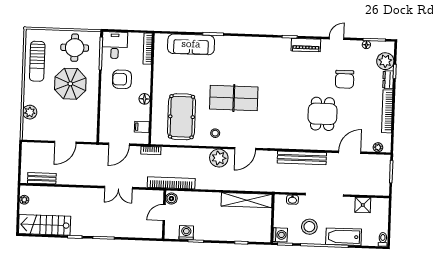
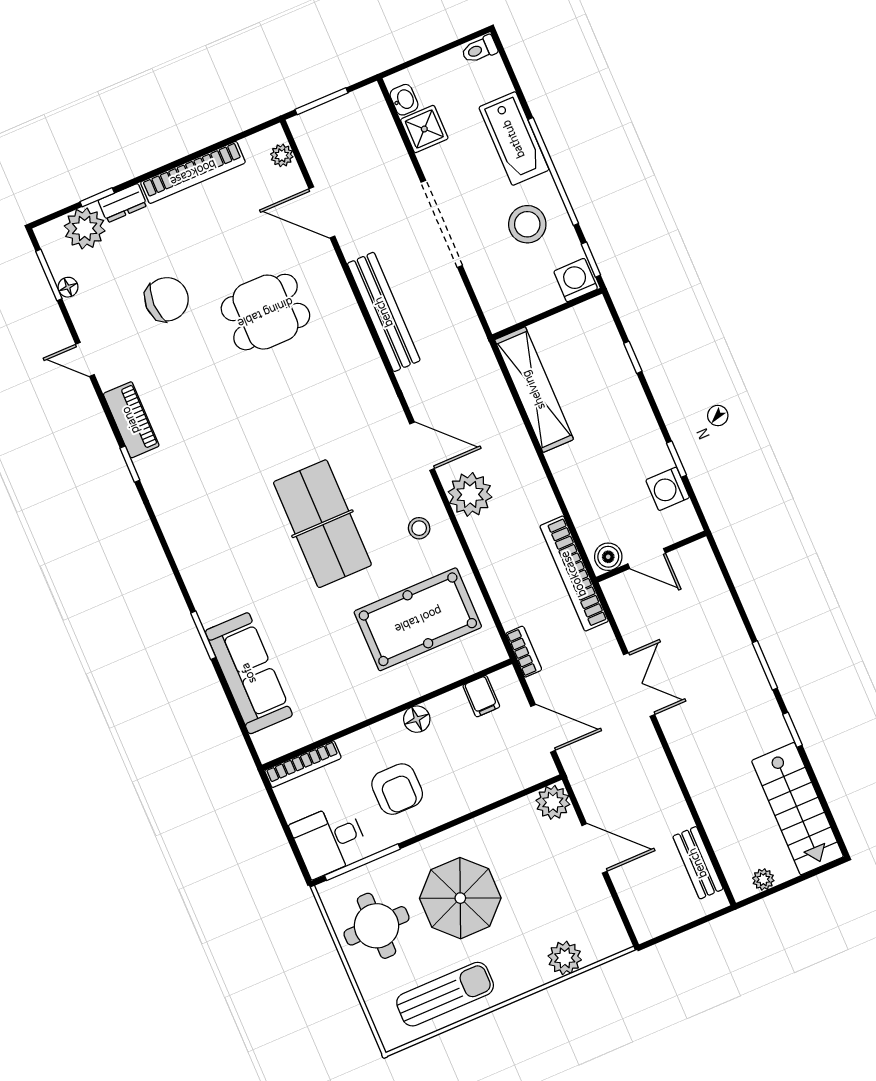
plant: (90, 135) -> (553, 802), added
washbasin: (292, 200) -> (404, 100), moved

